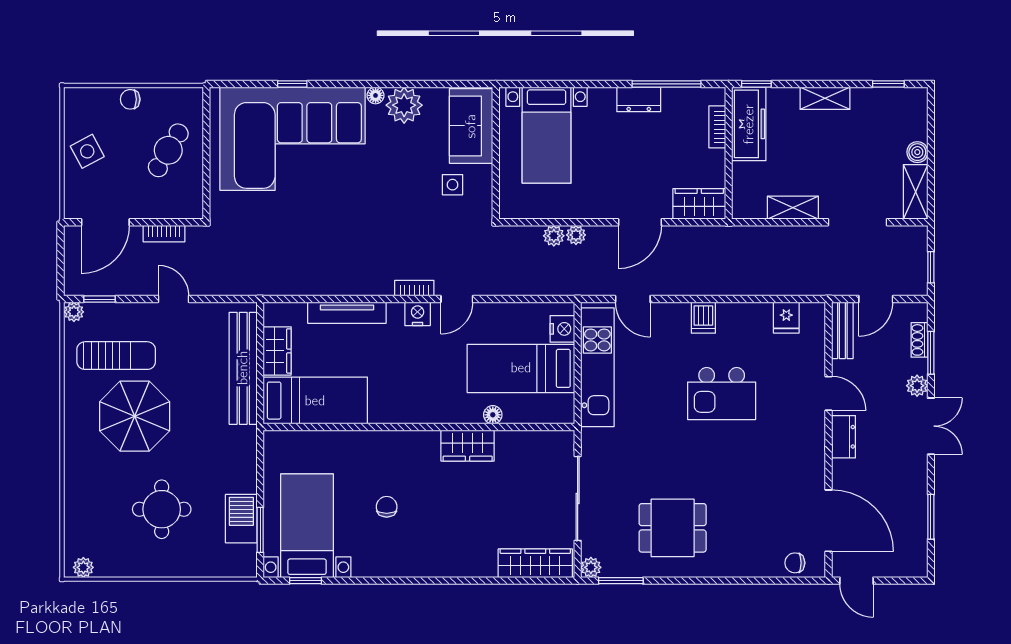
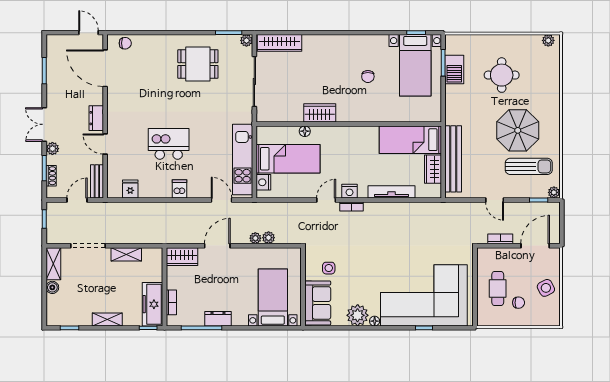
chair: (130, 99) -> (519, 303), moved
cafe table: (168, 150) -> (498, 288), turned -31
sun lounger: (116, 356) -> (529, 166), turned 180

